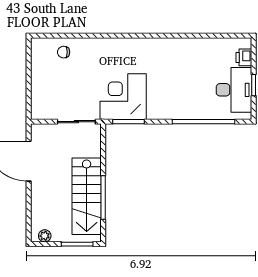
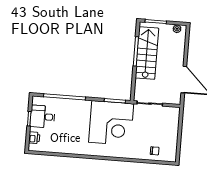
desk: (234, 90) -> (43, 117), width x0.73
corner desk: (123, 97) -> (111, 123), width x1.36, depth x1.36

